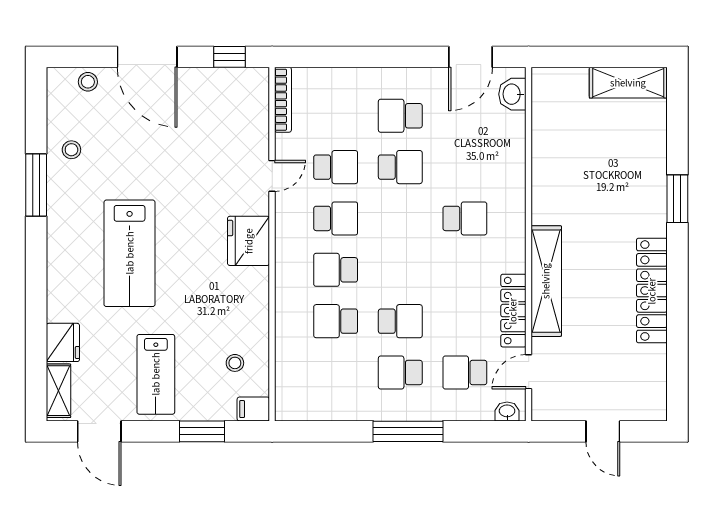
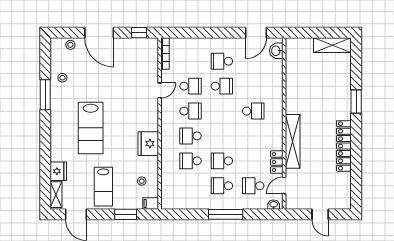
fridge: (249, 241) -> (148, 144), moved
locker: (513, 311) -> (277, 162), width x0.66
school desk: (400, 321) -> (222, 161), turned 180

